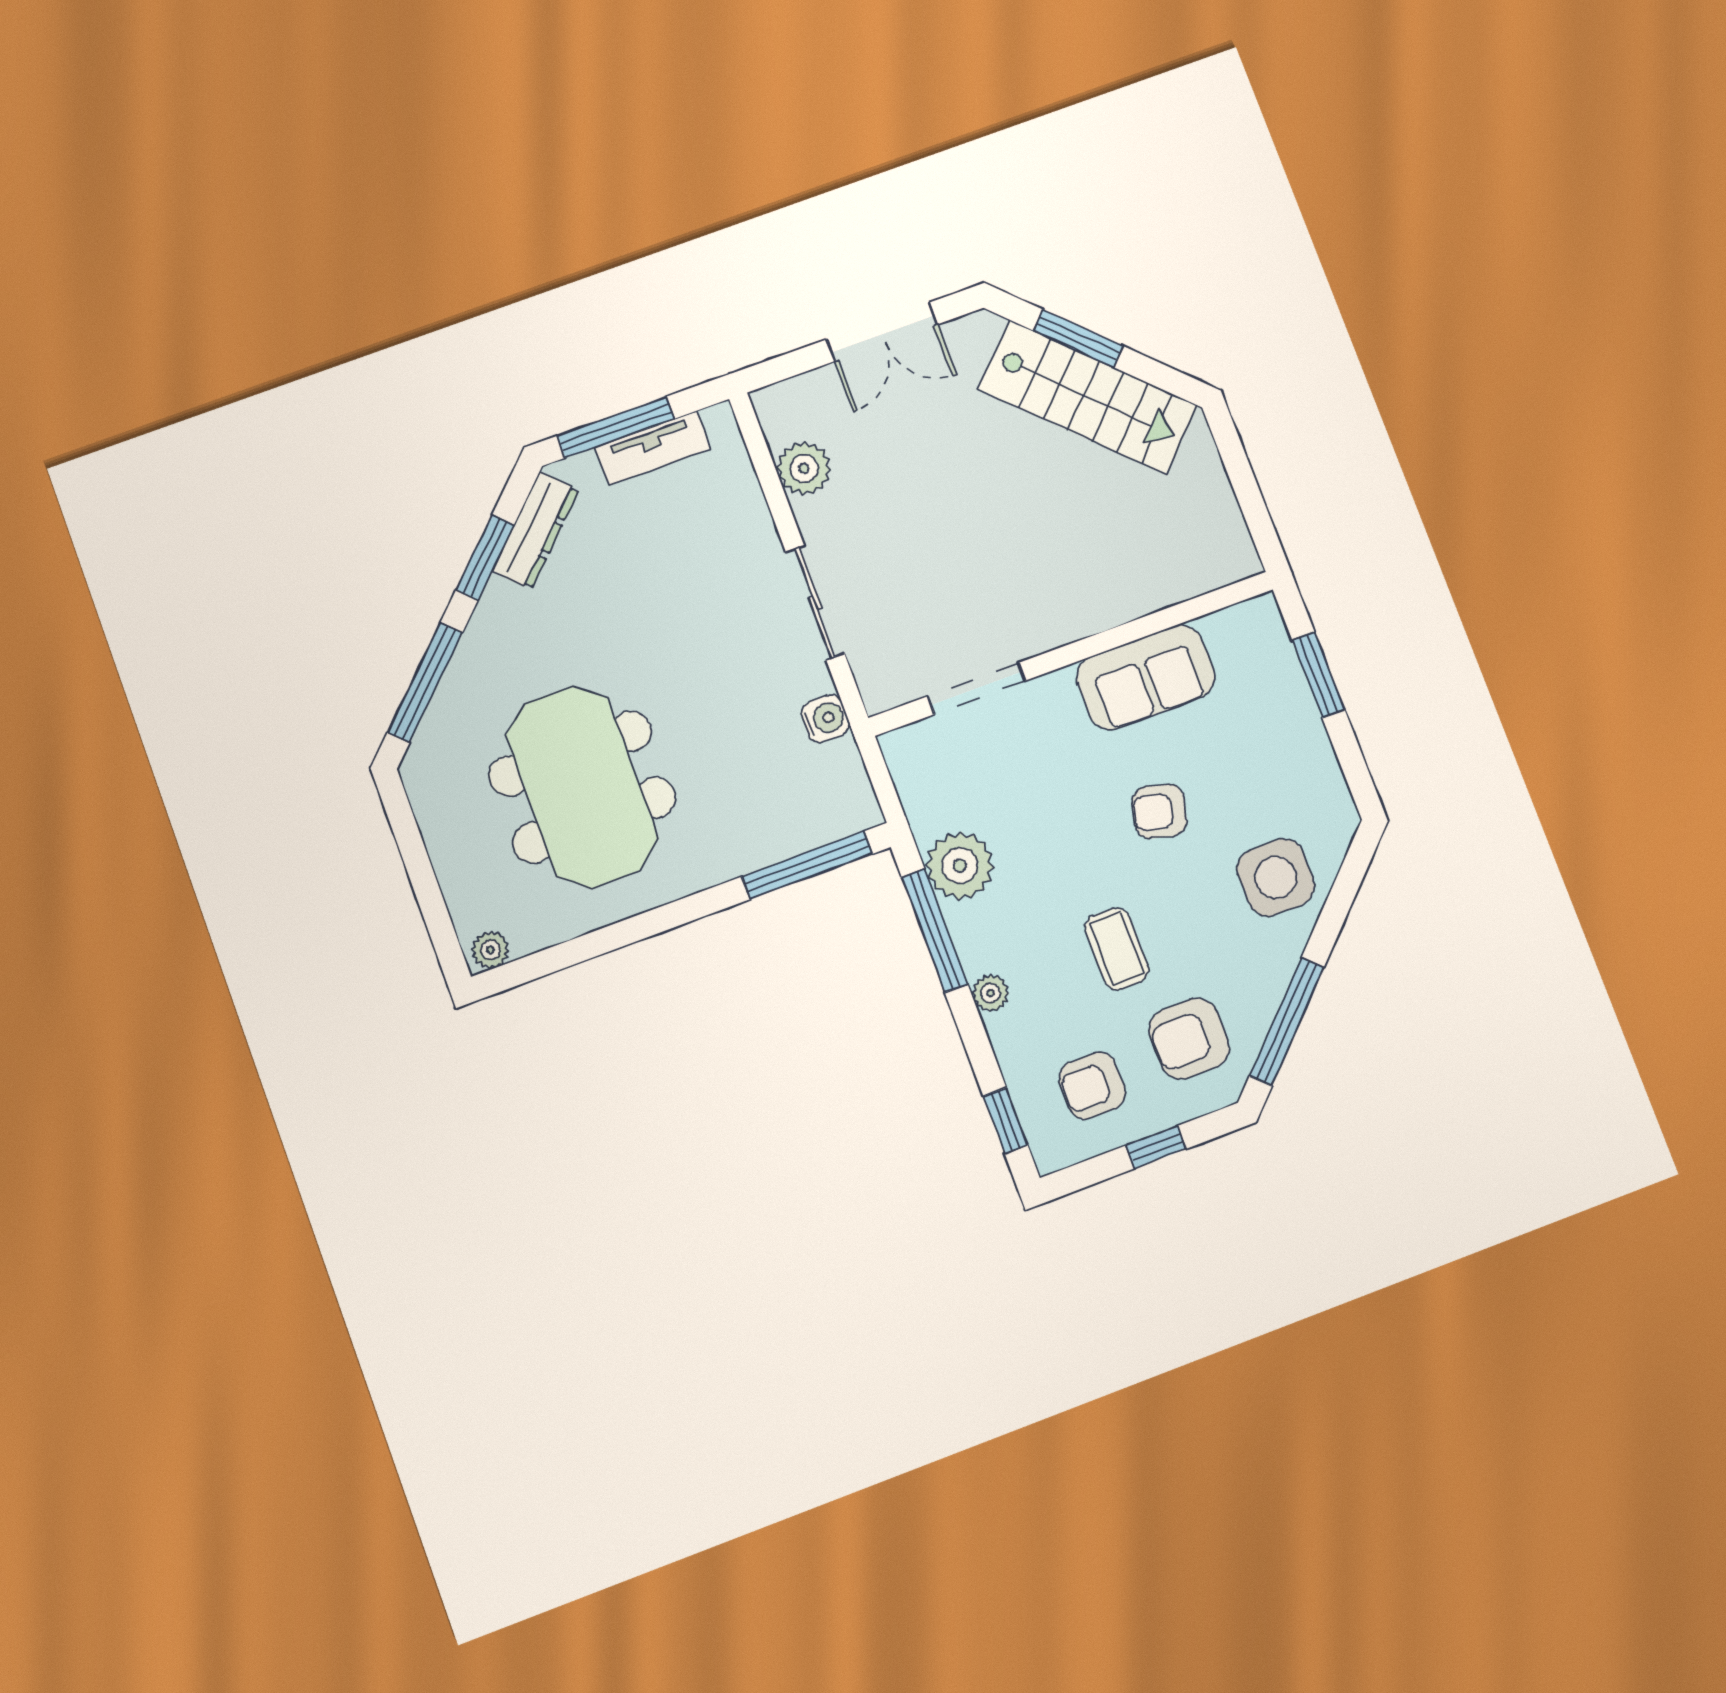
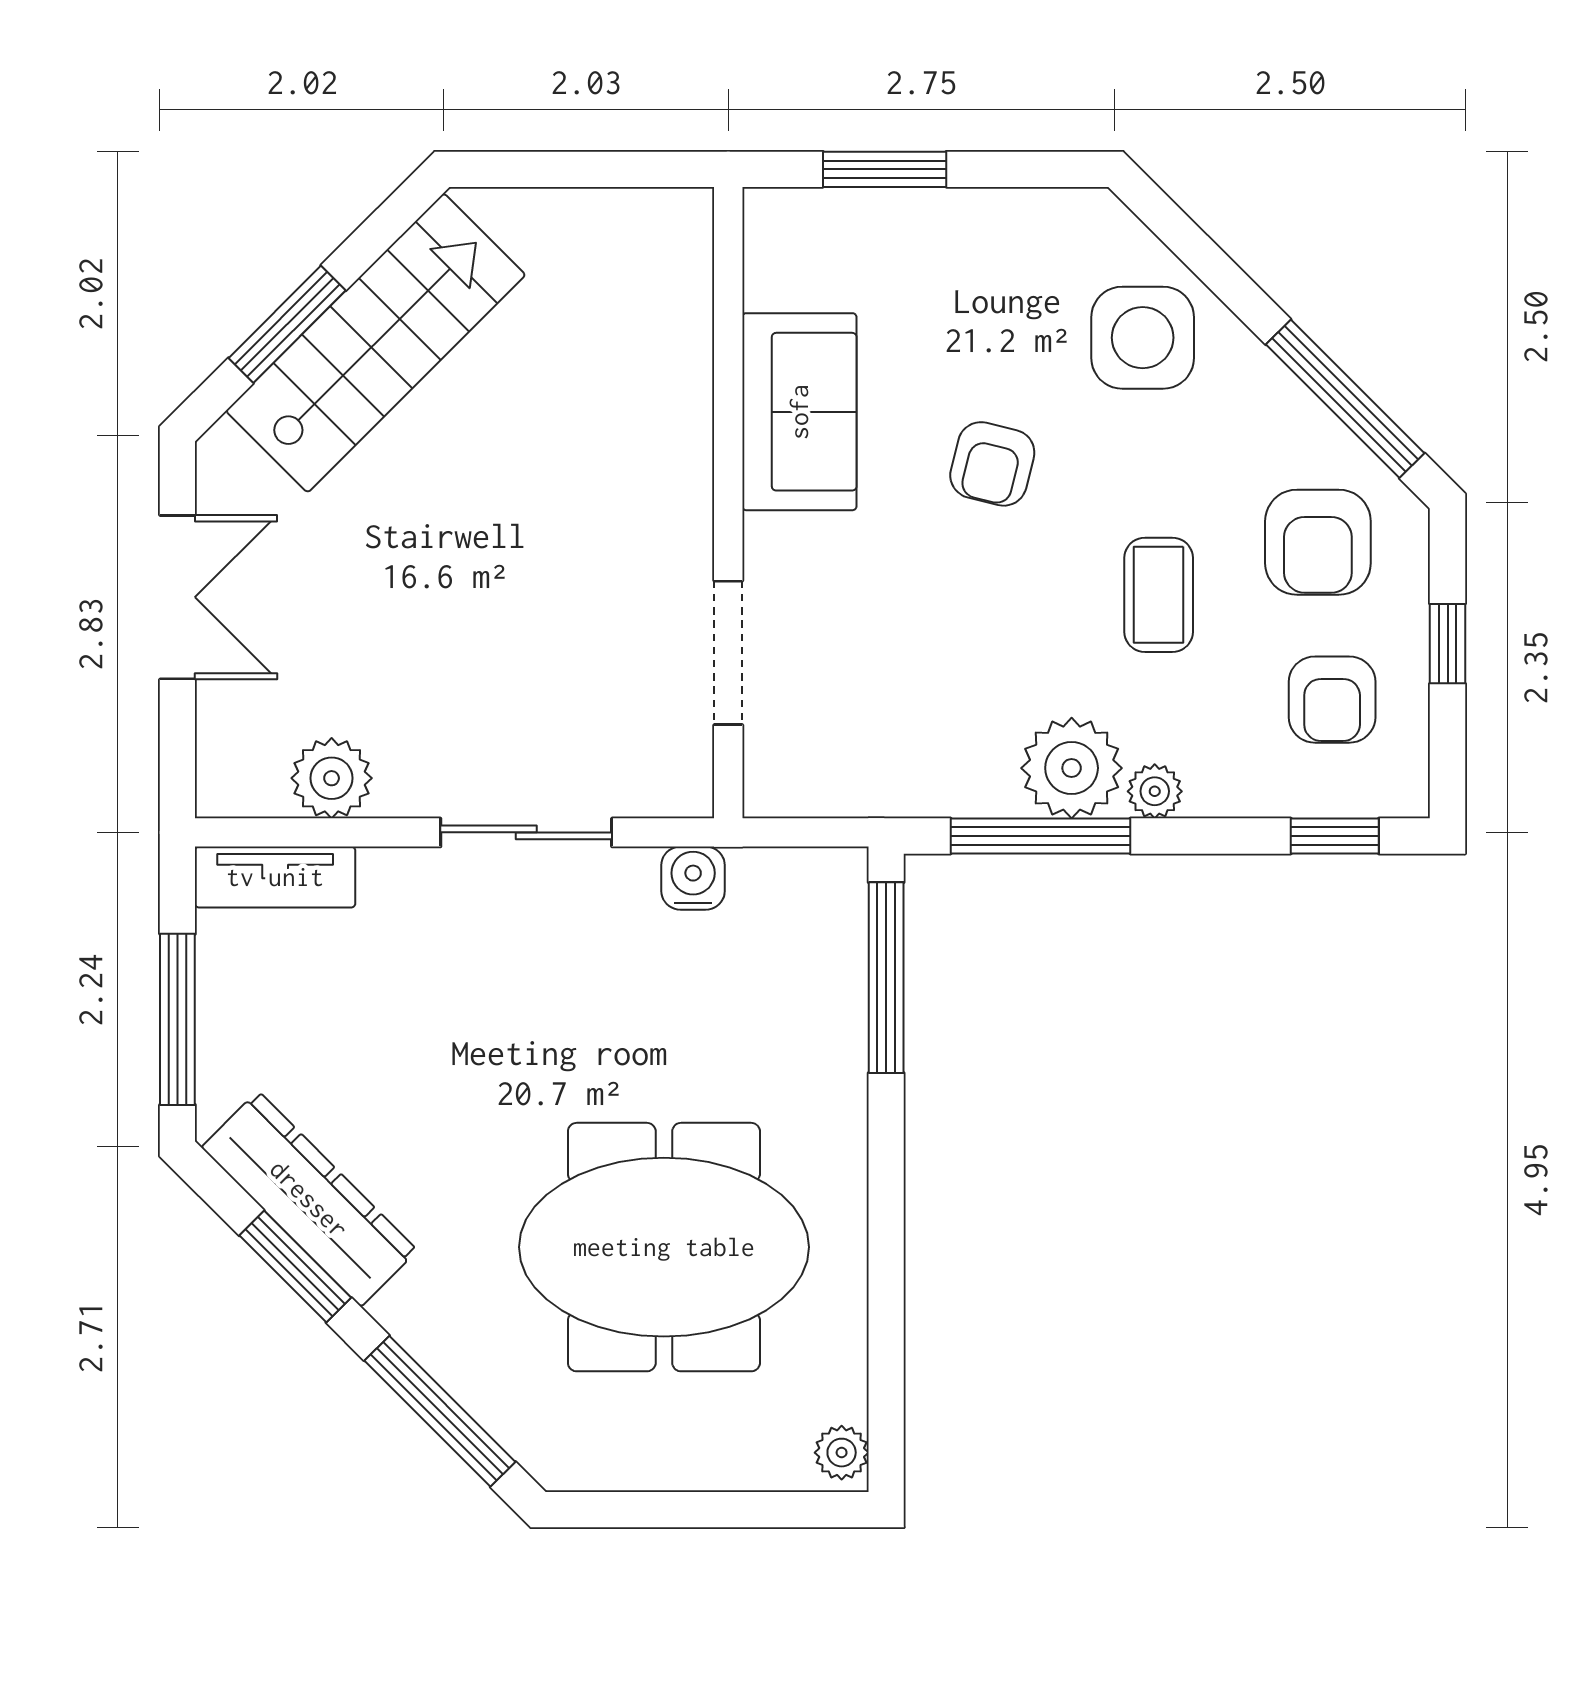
tv unit: (653, 448) -> (275, 877), moved, turned 90
dresser: (535, 530) -> (309, 1199), width x1.37, depth x1.24
plant: (960, 866) -> (1072, 768), moved
coffee table: (1117, 949) -> (1159, 595), turned 90

